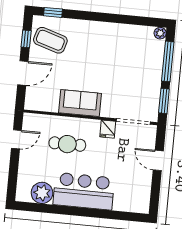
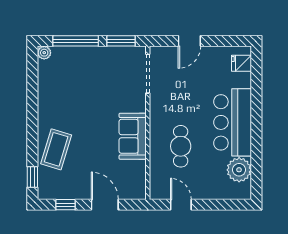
coffee table: (50, 40) -> (56, 149), moved
fridge: (108, 129) -> (242, 63), moved, turned 180

